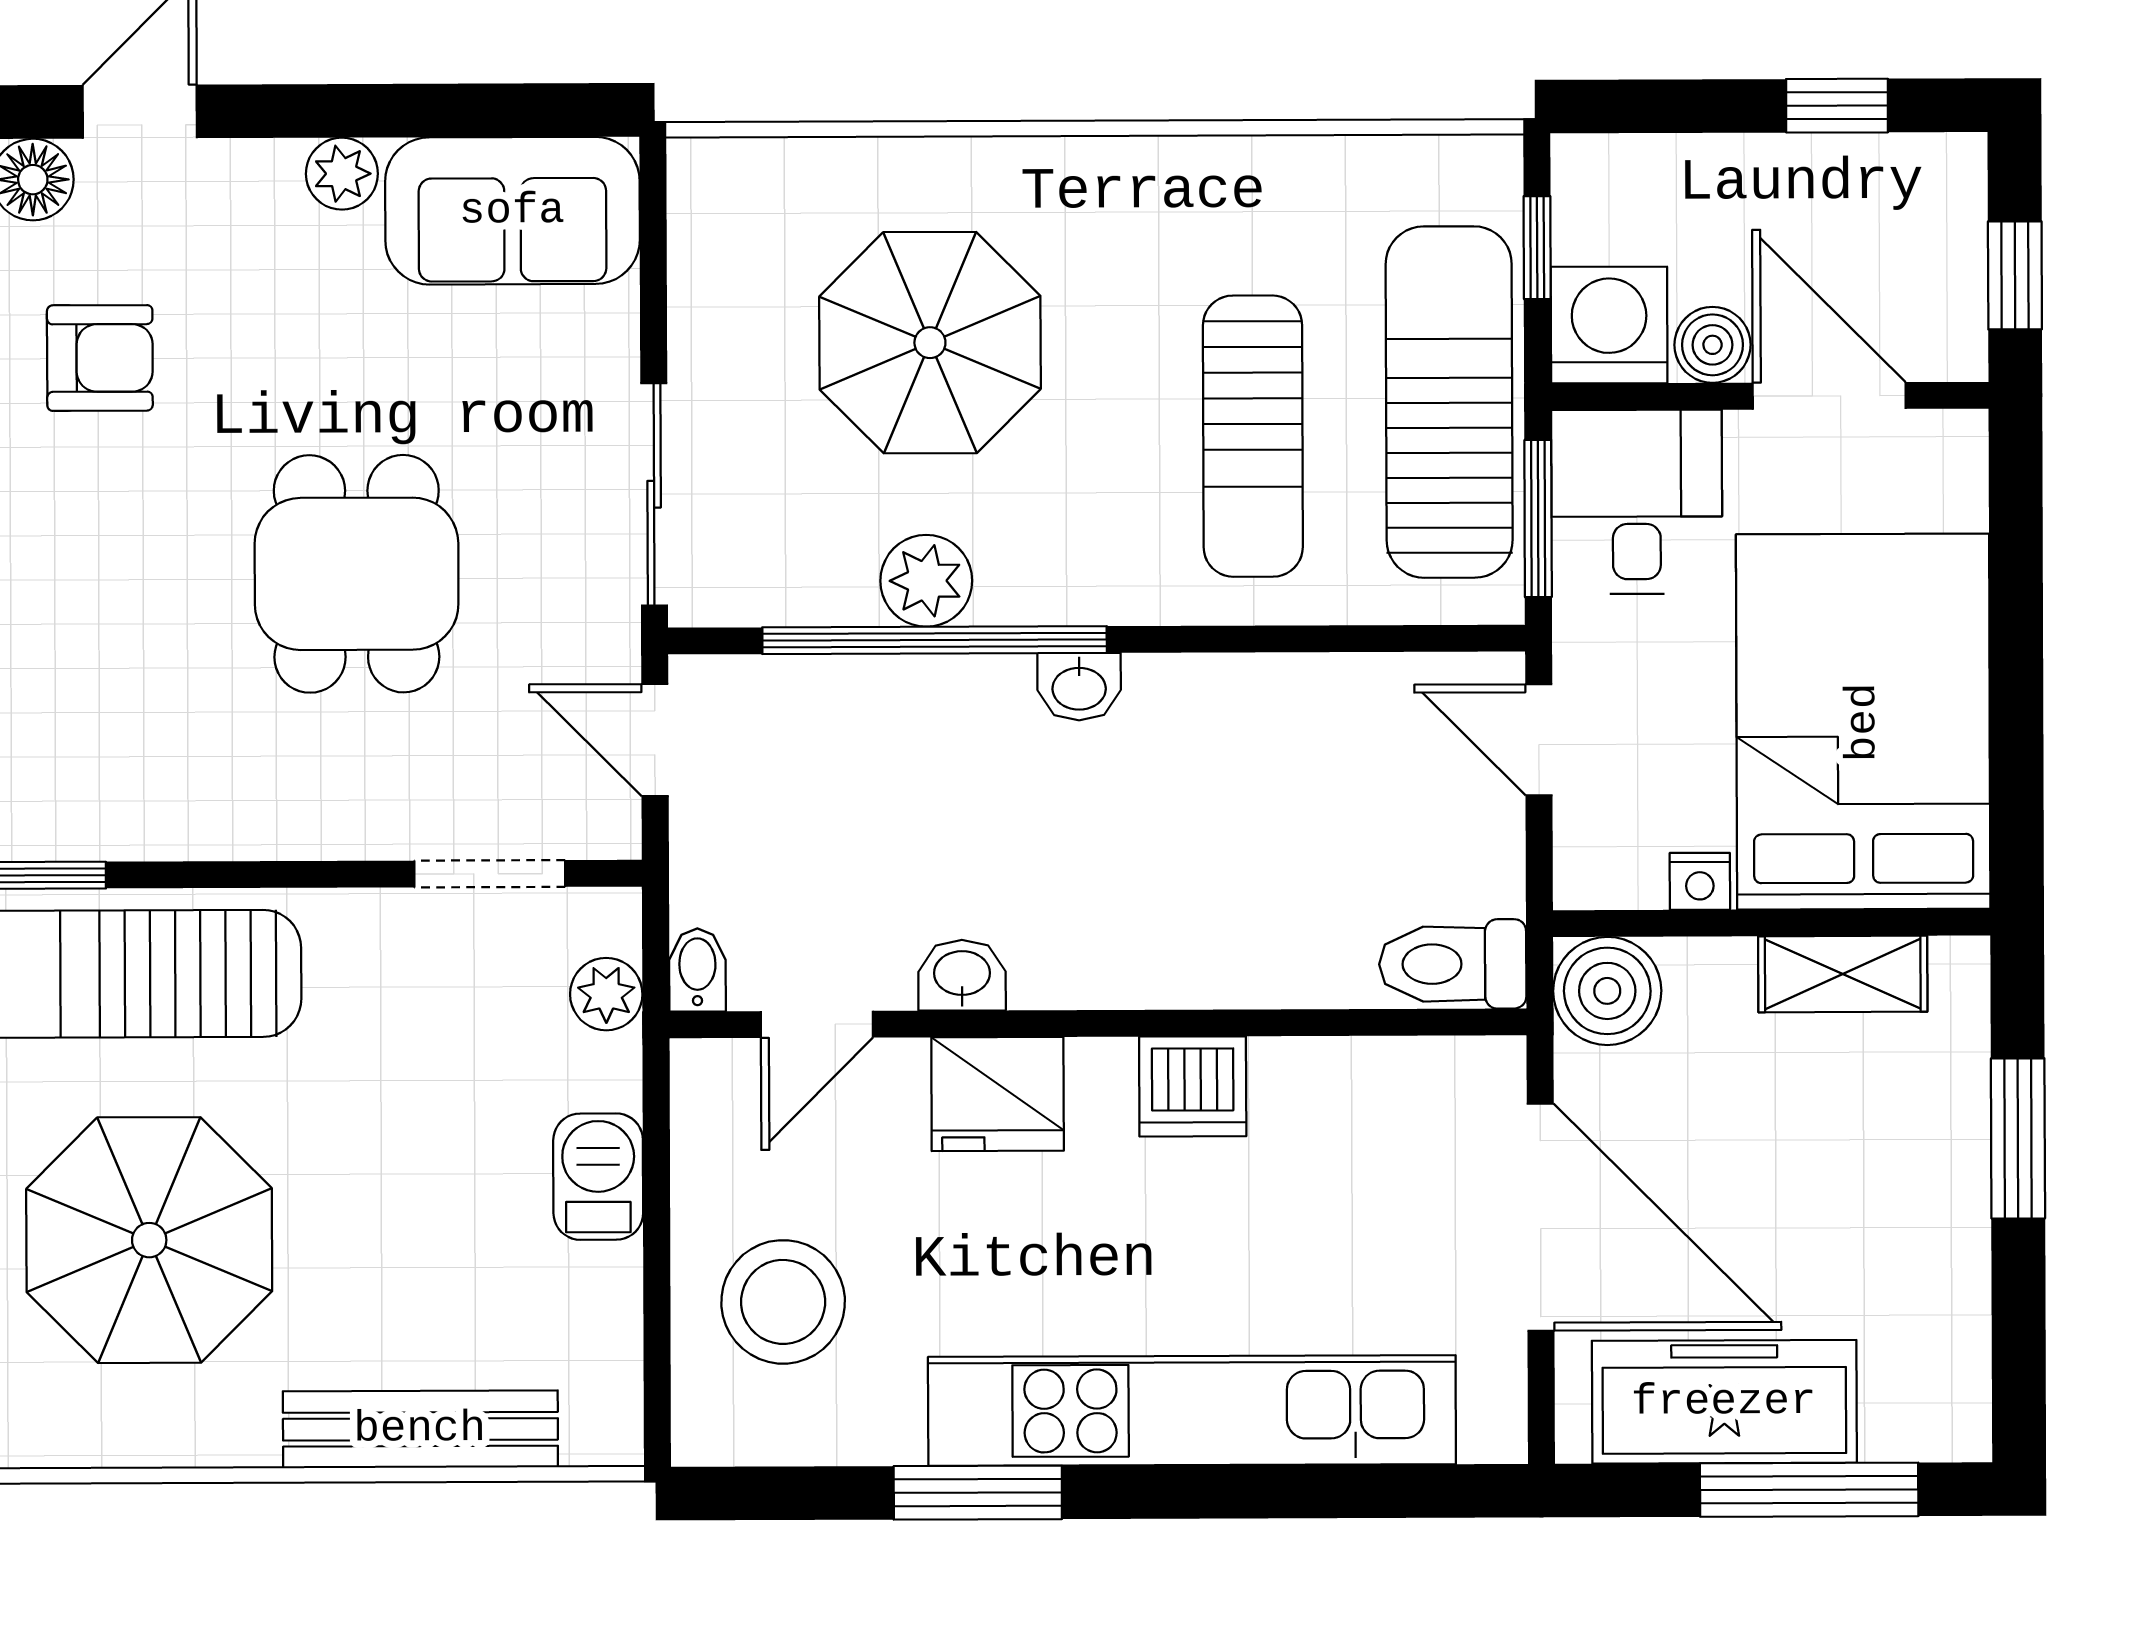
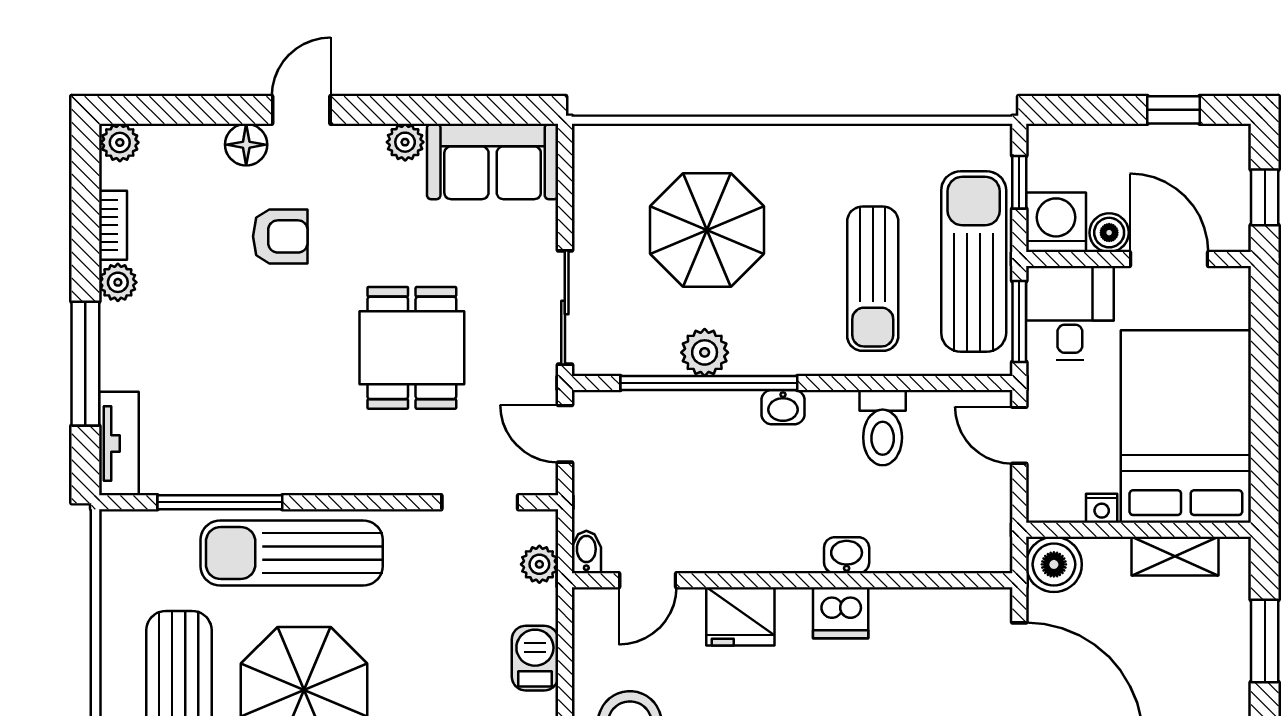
toilet: (1453, 964) -> (883, 428), moved, turned -90
washbasin: (962, 975) -> (847, 555), moved

